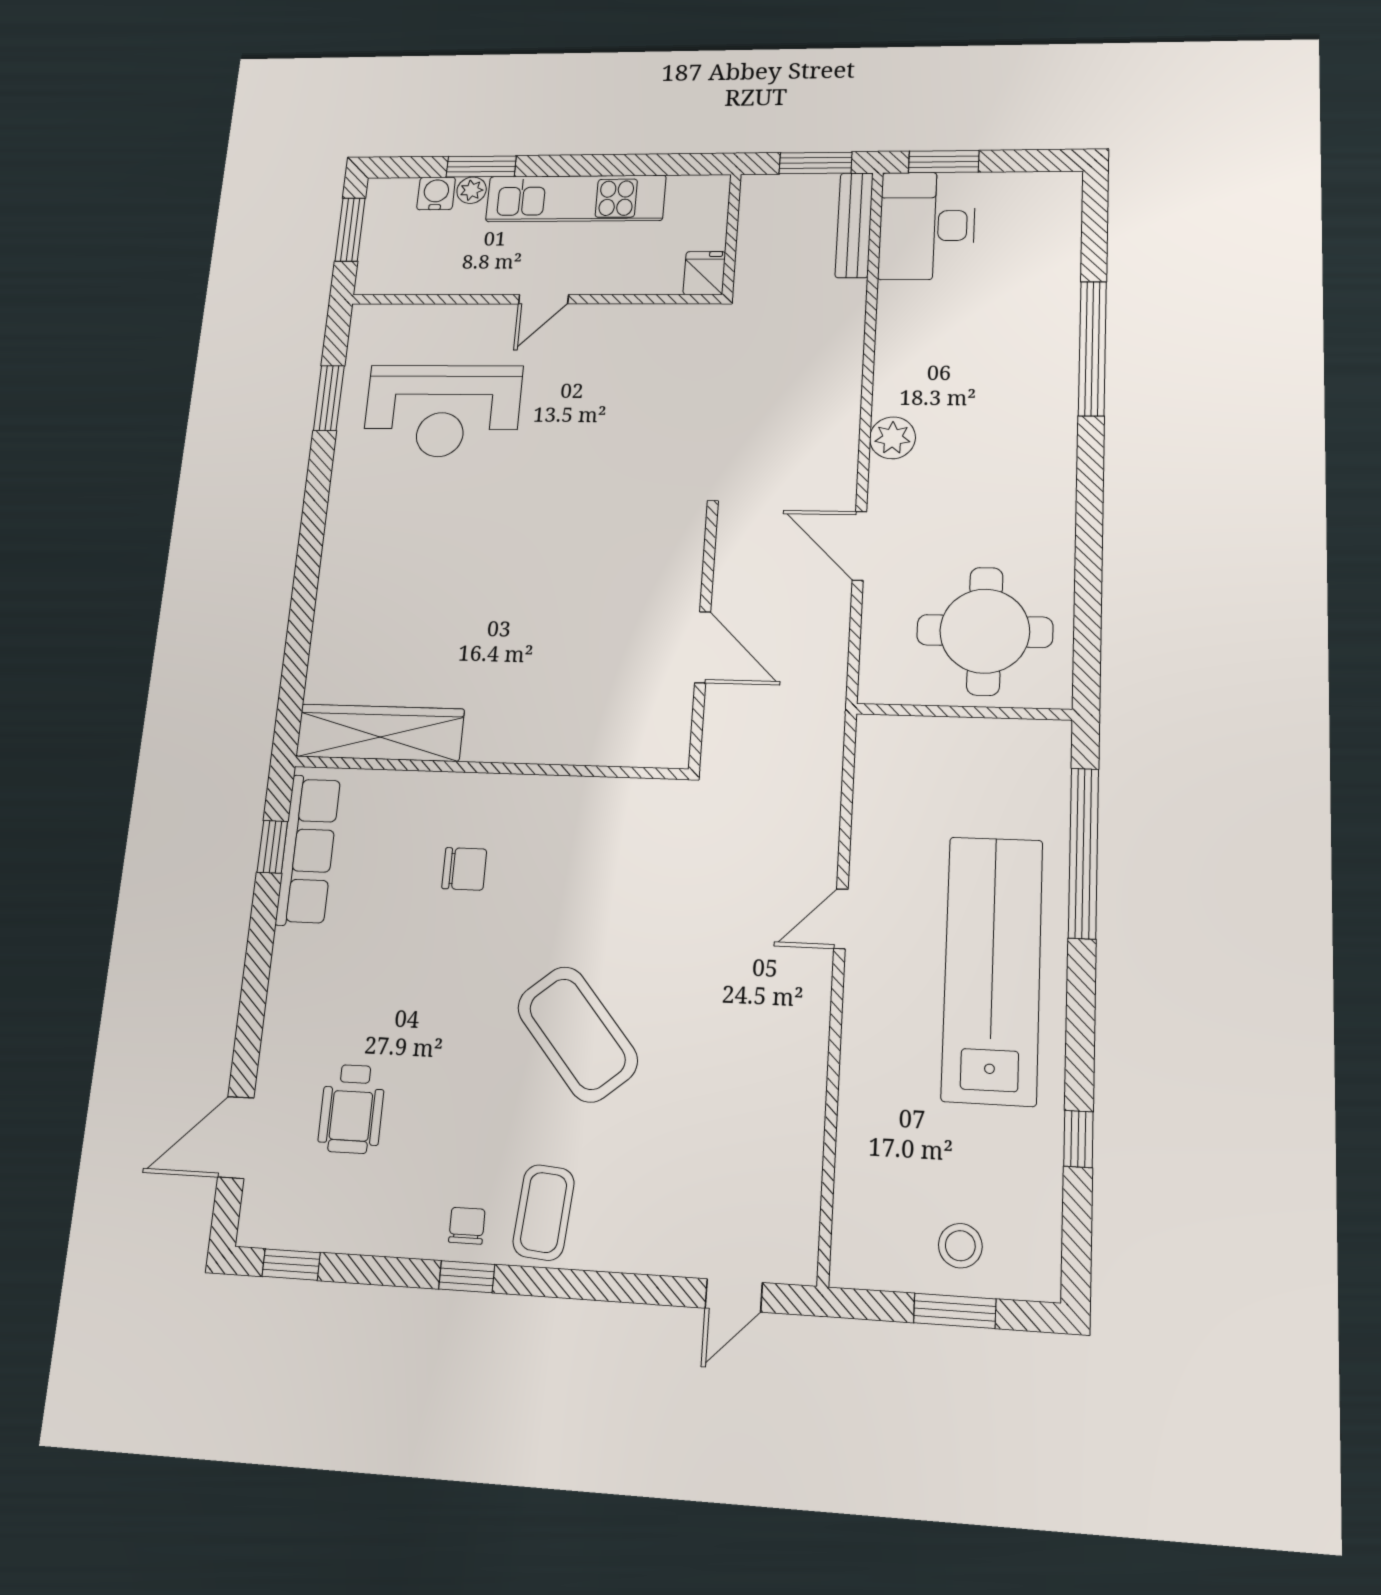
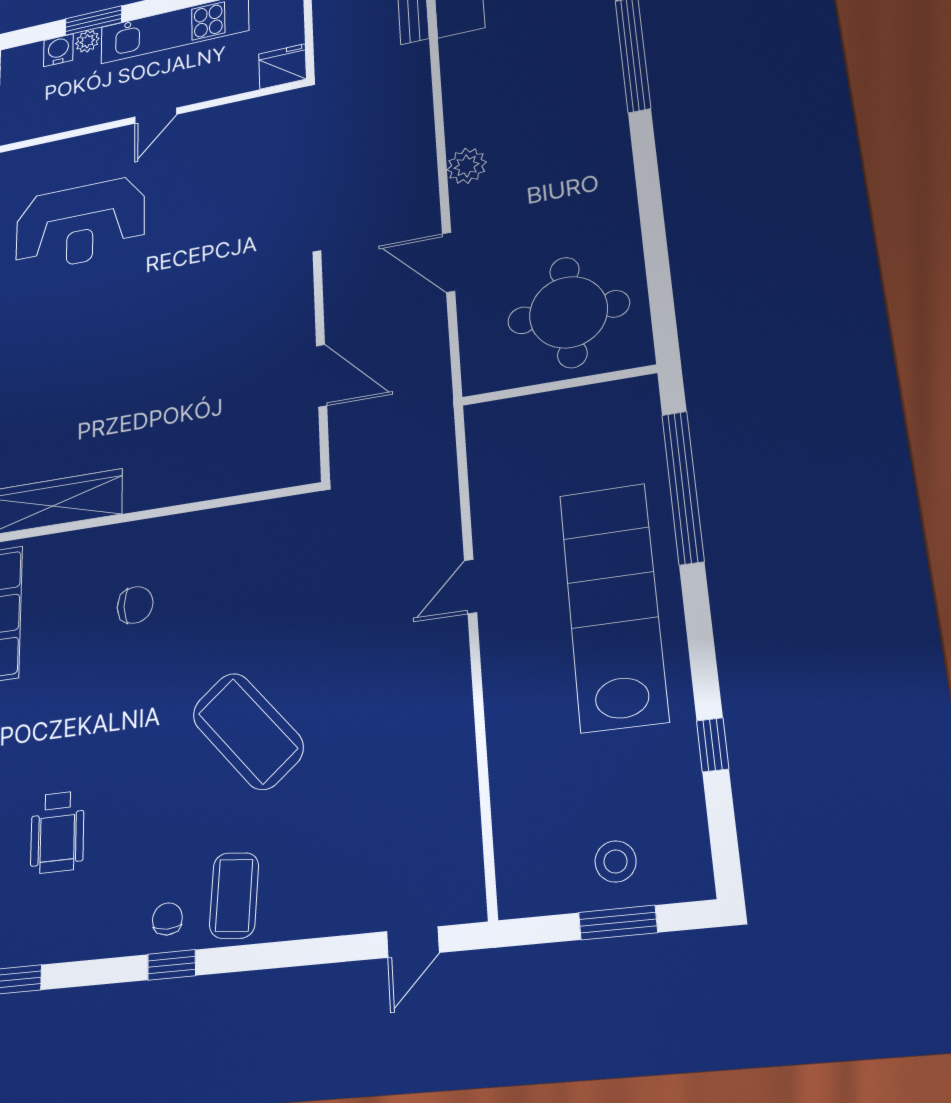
fridge: (704, 273) -> (283, 66), width x1.38

